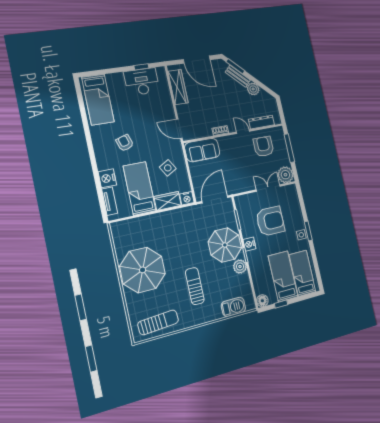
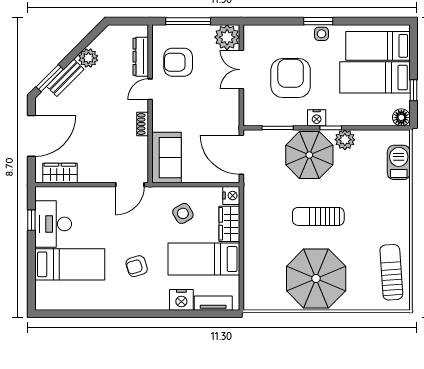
wardrobe: (178, 87) -> (60, 173), width x0.67
bed: (98, 100) -> (70, 264), moved
sun lounger: (195, 286) -> (318, 216), moved

